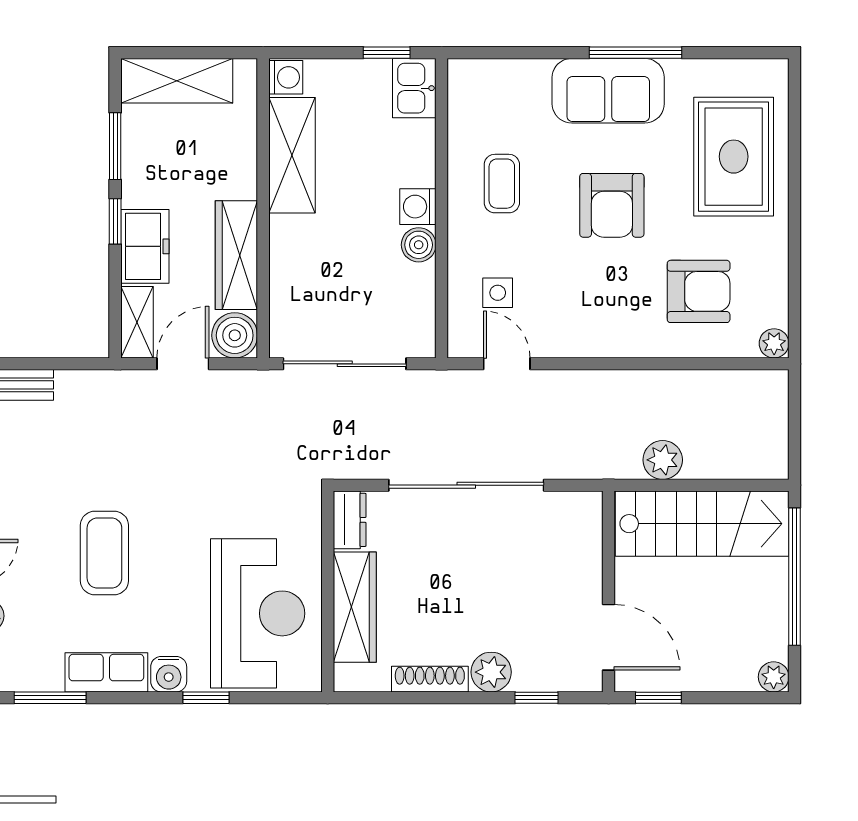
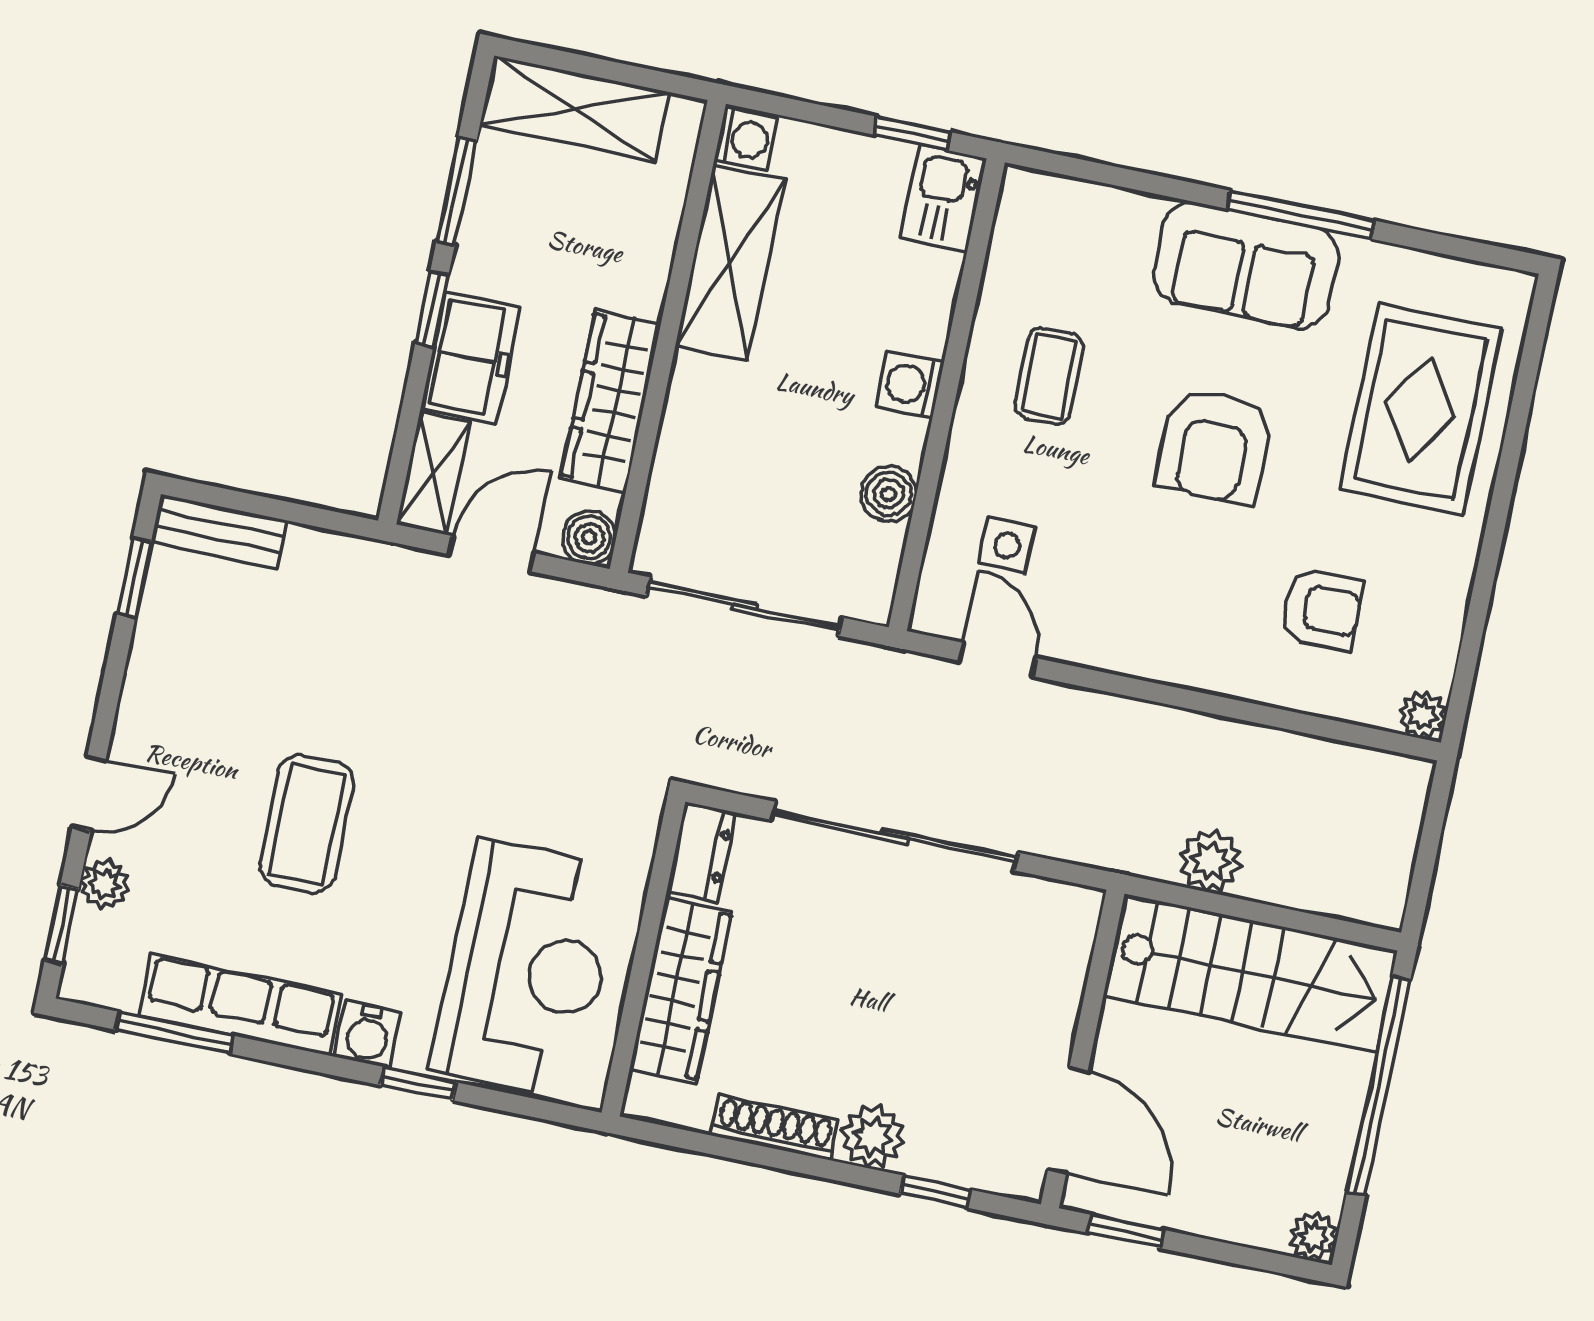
boiler: (419, 245) -> (889, 494), moved
armchair: (699, 291) -> (1322, 609), width x0.72, depth x0.72
boiler: (235, 335) -> (589, 538), width x0.73, depth x0.73
row of seats: (106, 672) -> (240, 1005), width x1.48

